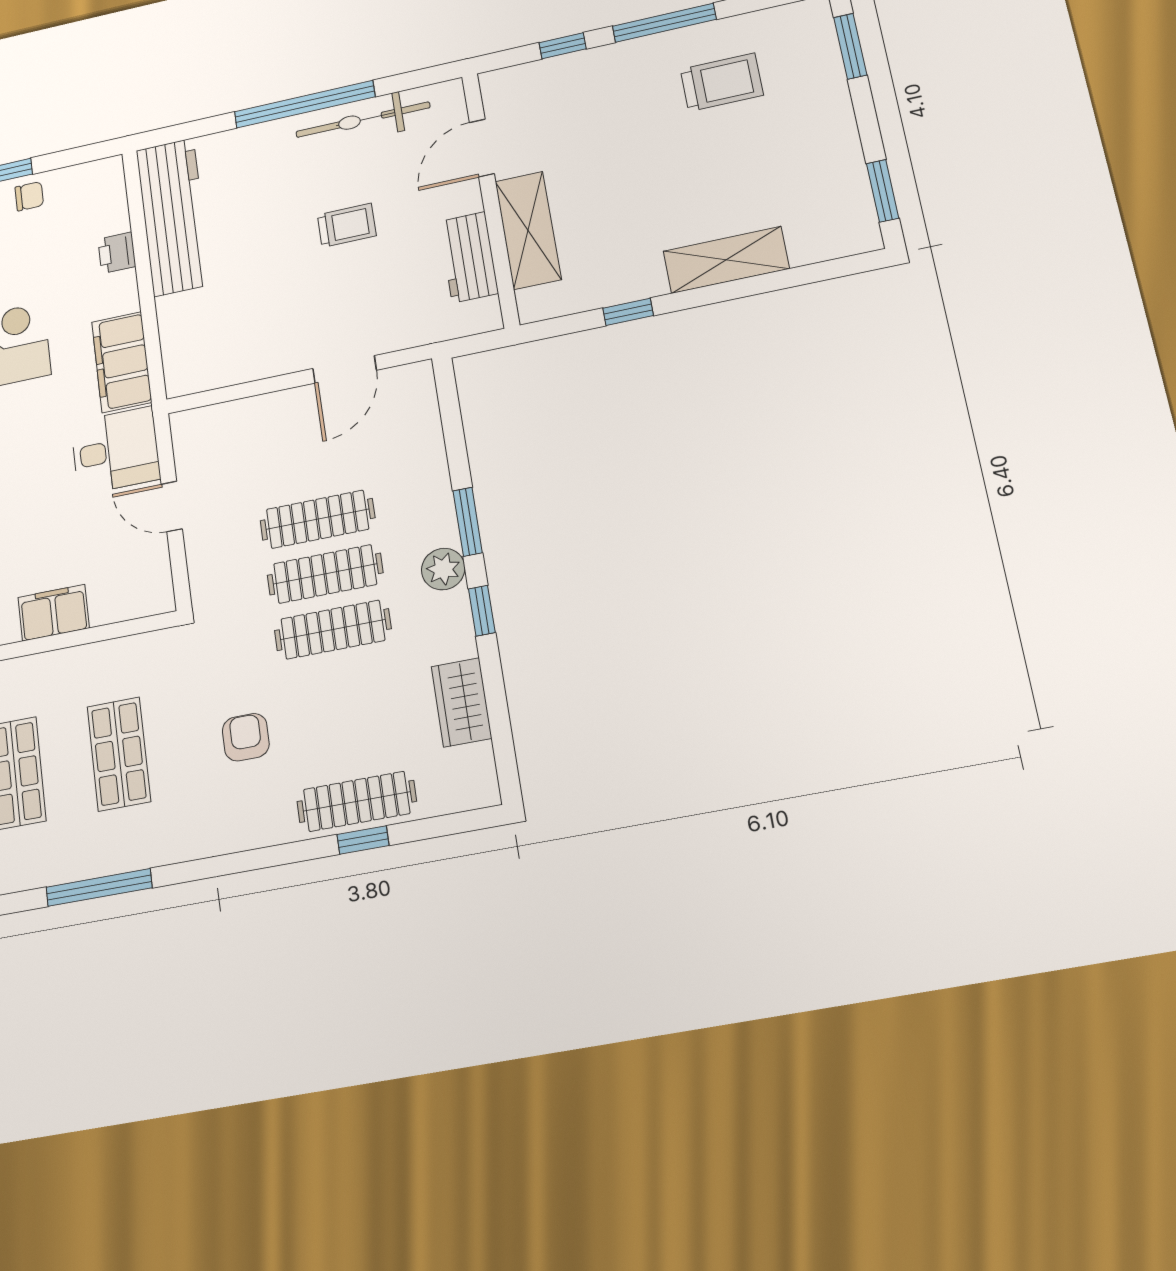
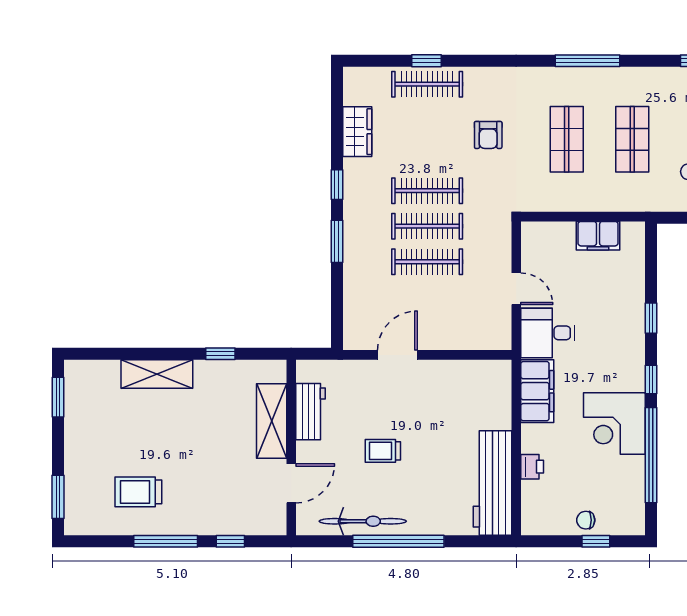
plant: (443, 569) -> (356, 215), removed

